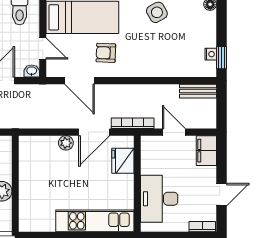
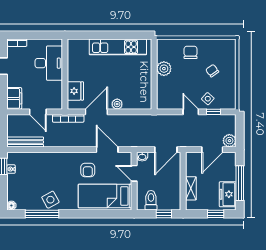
armchair: (106, 53) -> (88, 170), turned 88
bench: (198, 91) -> (25, 142), width x1.36
kitchen unit: (95, 221) -> (118, 47), moved

